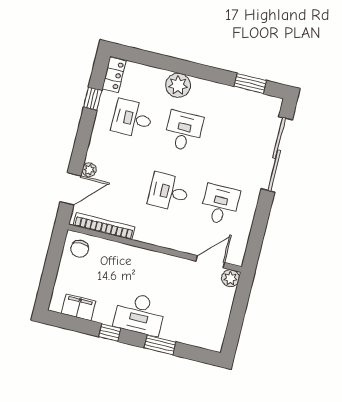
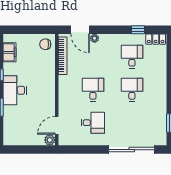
plant: (178, 85) -> (159, 80), removed
desk: (184, 131) -> (132, 90), turned -90
door: (210, 262) -> (57, 125), swing flipped

